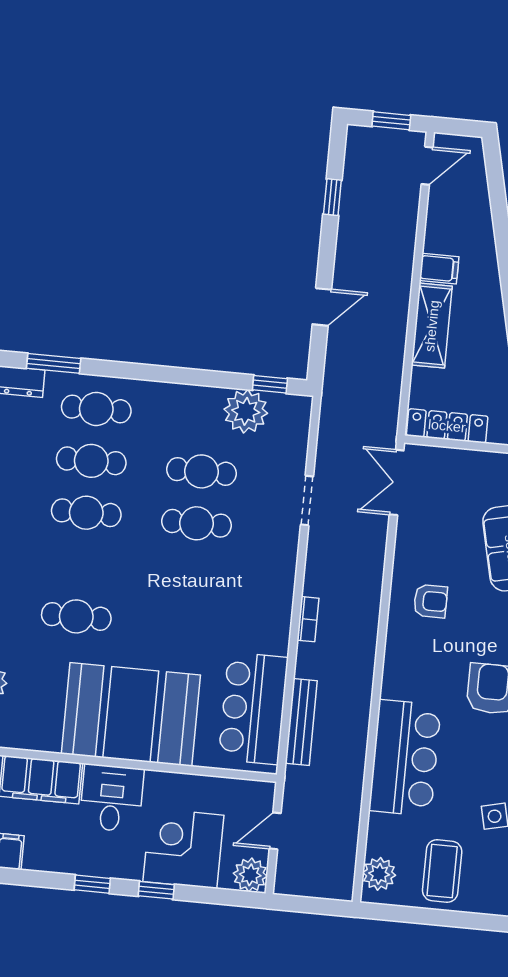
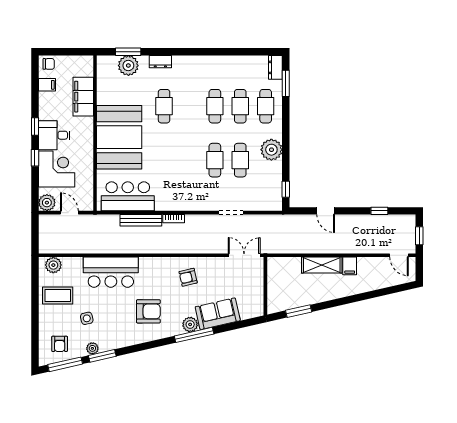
plant: (246, 411) -> (271, 150), moved
locker: (447, 426) -> (274, 277), removed
armchair: (430, 601) -> (188, 277), turned 77
bench: (301, 722) -> (141, 220), moved
desk: (112, 798) -> (54, 135), moved, turned 180

